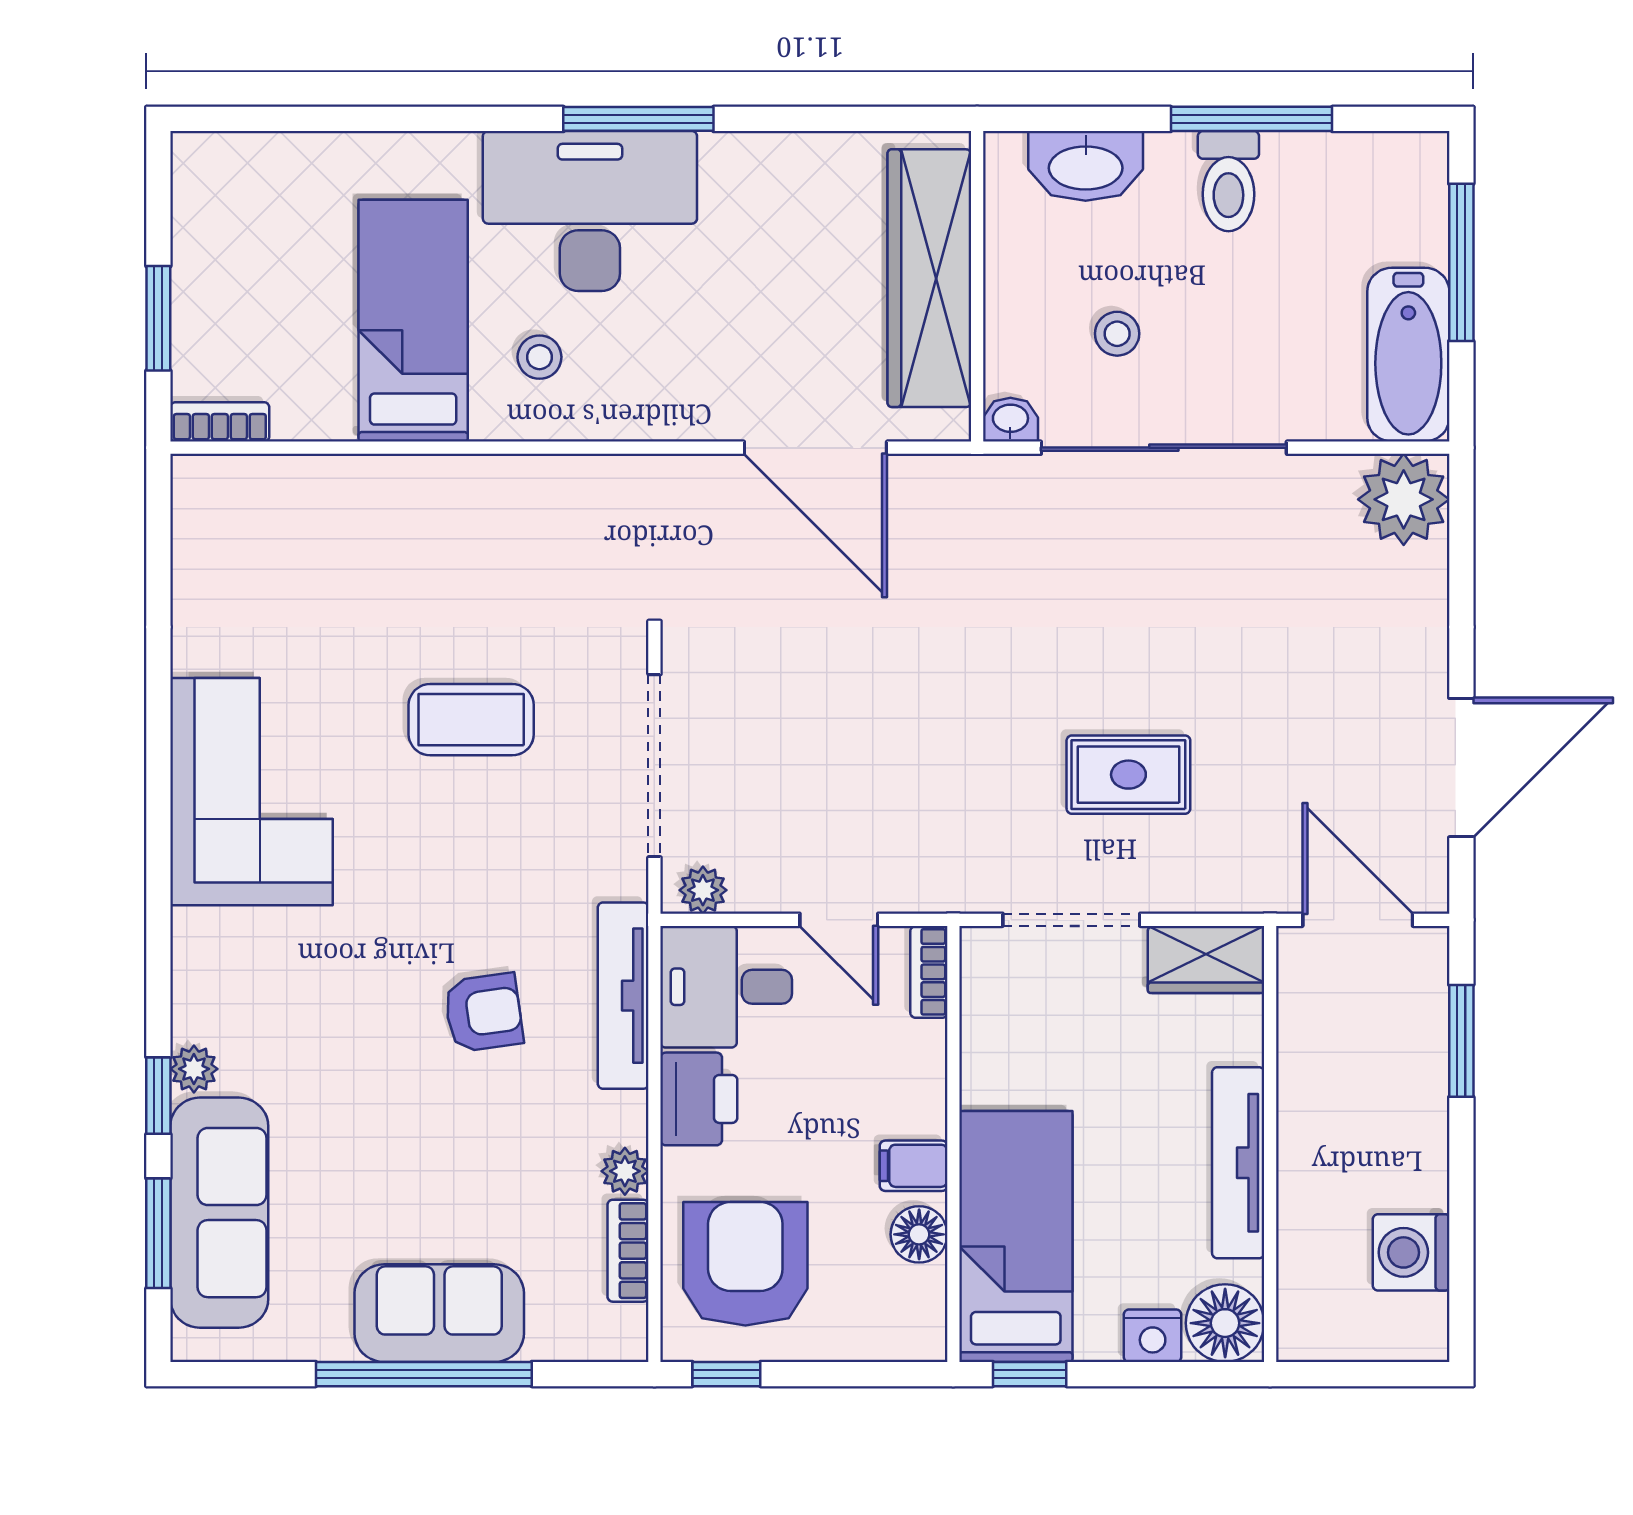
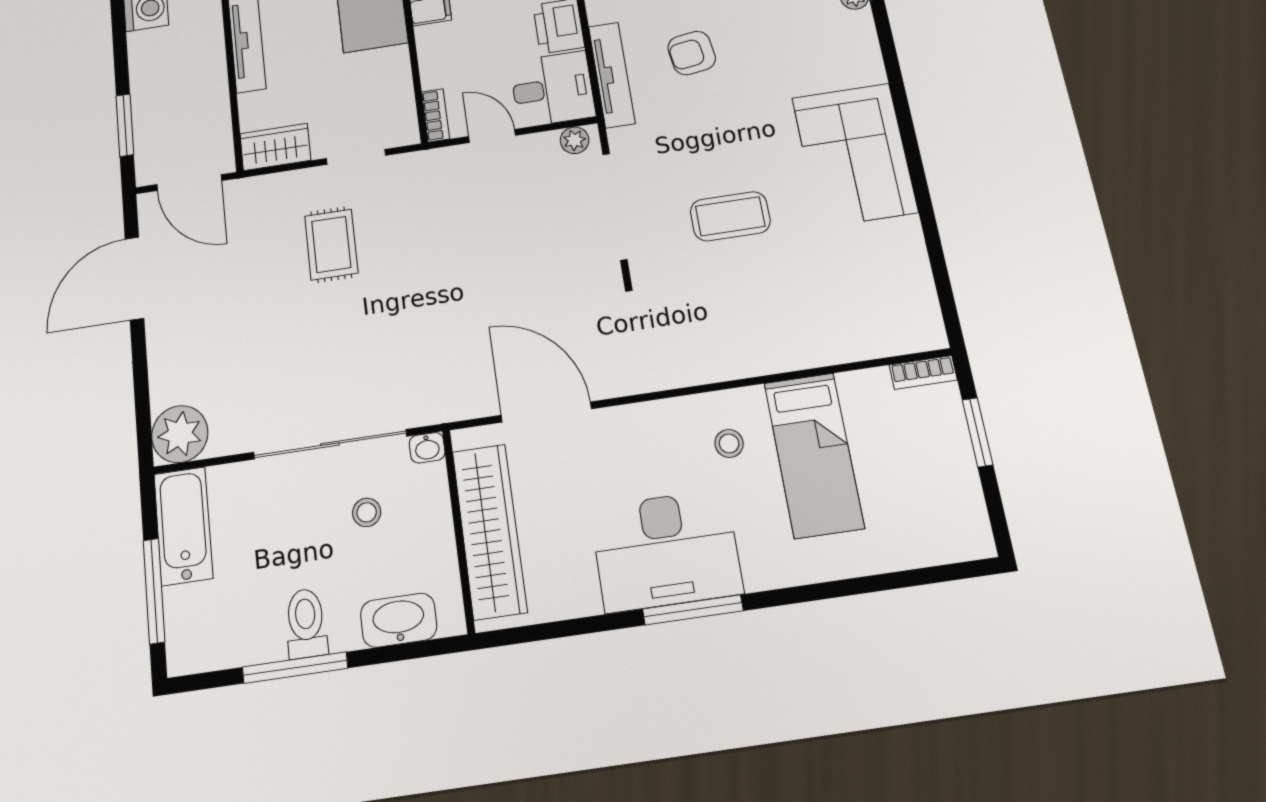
desk: (590, 211) -> (666, 550), moved
rug: (1128, 775) -> (331, 244), turned 90
doorway: (1071, 920) -> (356, 157), width x0.73

